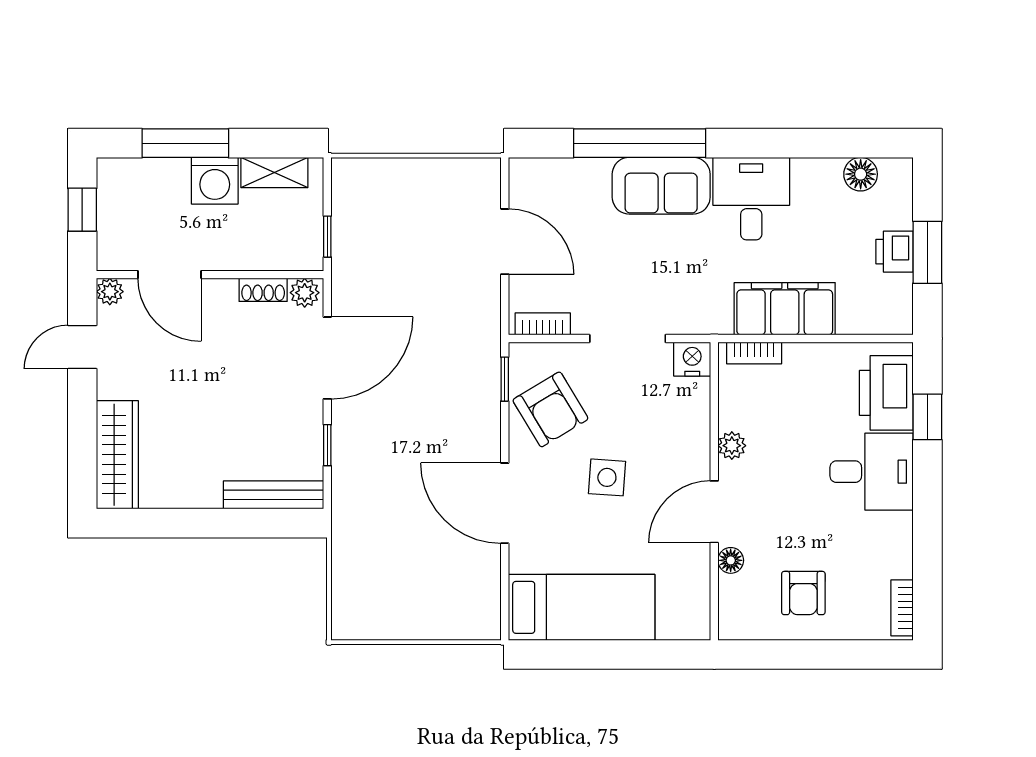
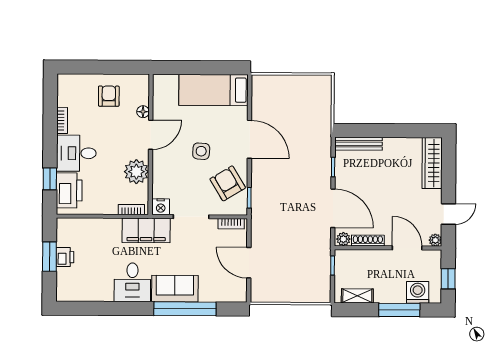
floor lamp: (861, 174) -> (81, 294), removed
washing machine: (215, 181) -> (418, 292), moved
shoe rack: (263, 290) -> (368, 241), width x1.43
filing cabinet: (785, 309) -> (146, 230), moved
door: (327, 358) -> (333, 208), swing flipped
plant: (732, 446) -> (136, 172), width x1.88, depth x1.88
bookcase: (902, 608) -> (62, 120), moved

